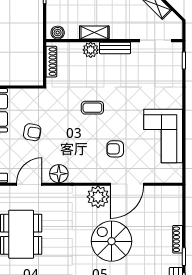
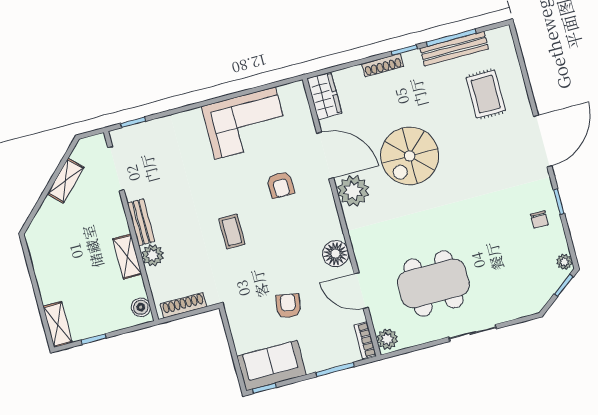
wardrobe: (167, 194) -> (324, 96), added

